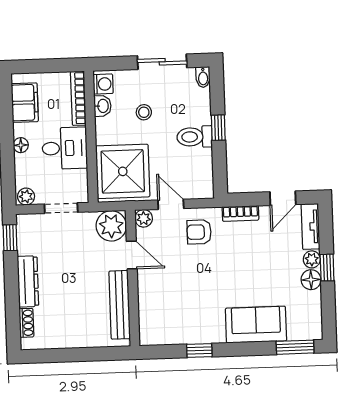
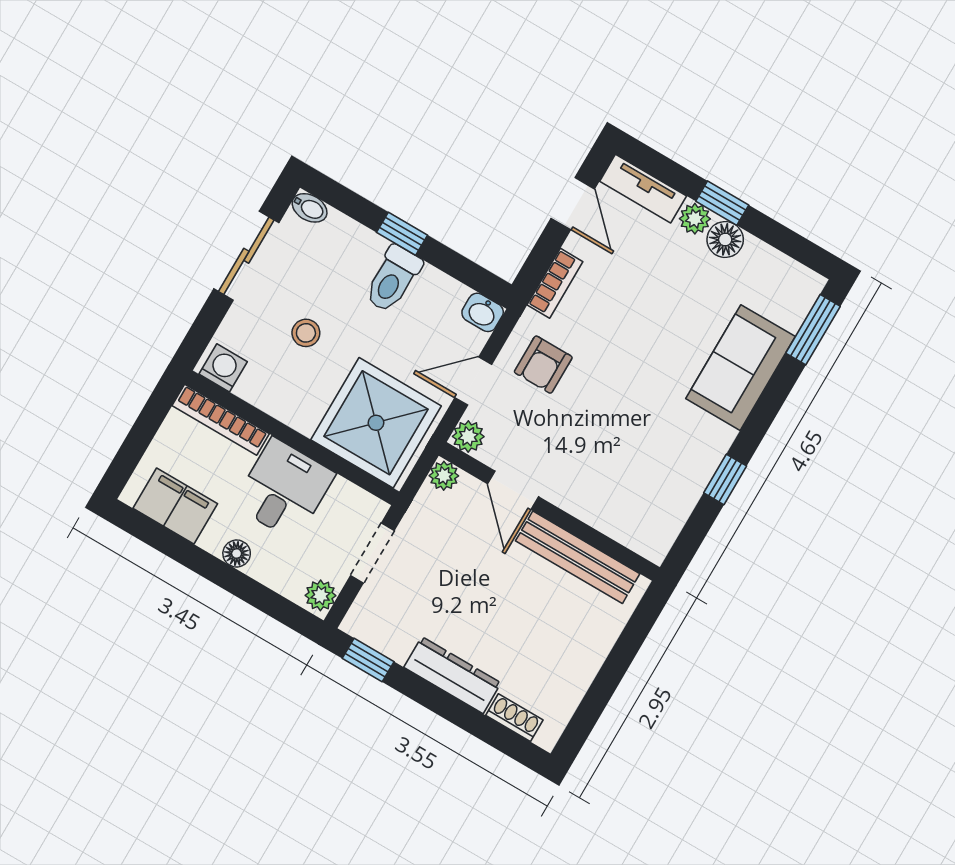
washbasin: (103, 106) -> (483, 312), moved, turned 180
plant: (111, 226) -> (444, 476), width x0.53, depth x0.53
door: (132, 255) -> (513, 490), swing flipped

